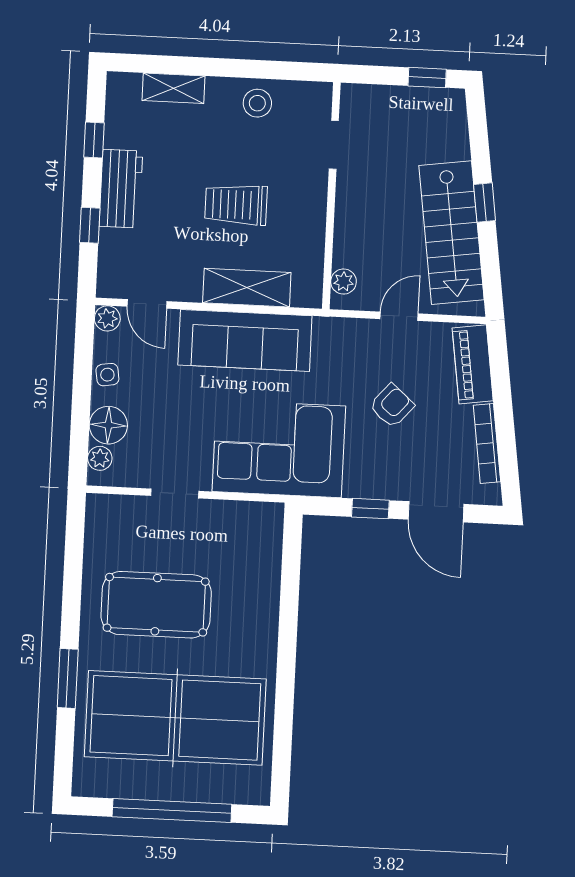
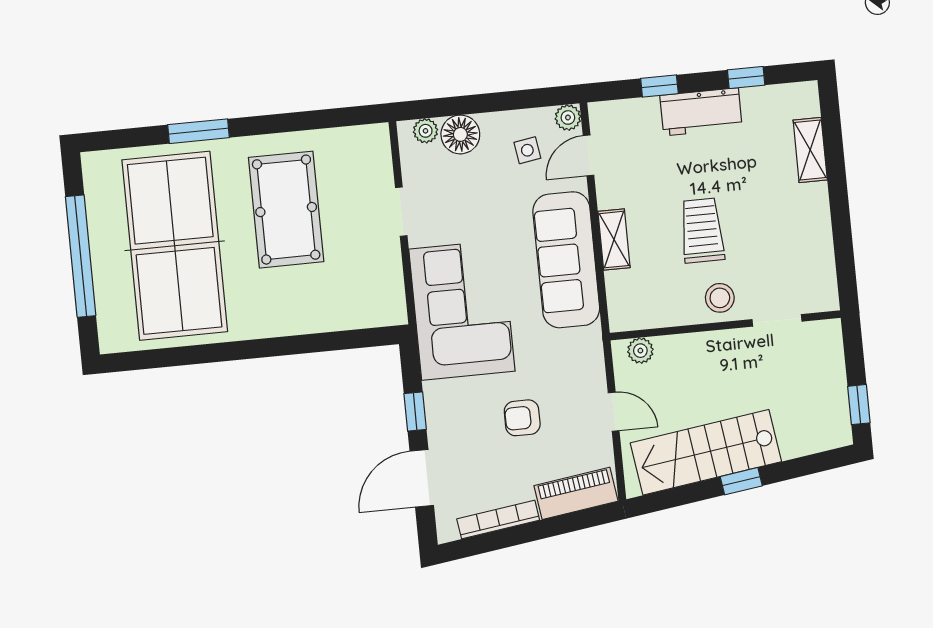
stool: (257, 103) -> (720, 298), moved
shelving: (247, 288) -> (614, 240), width x0.67, depth x0.75
side table: (107, 375) -> (527, 150), moved
armchair: (392, 406) -> (522, 418), turned 139

